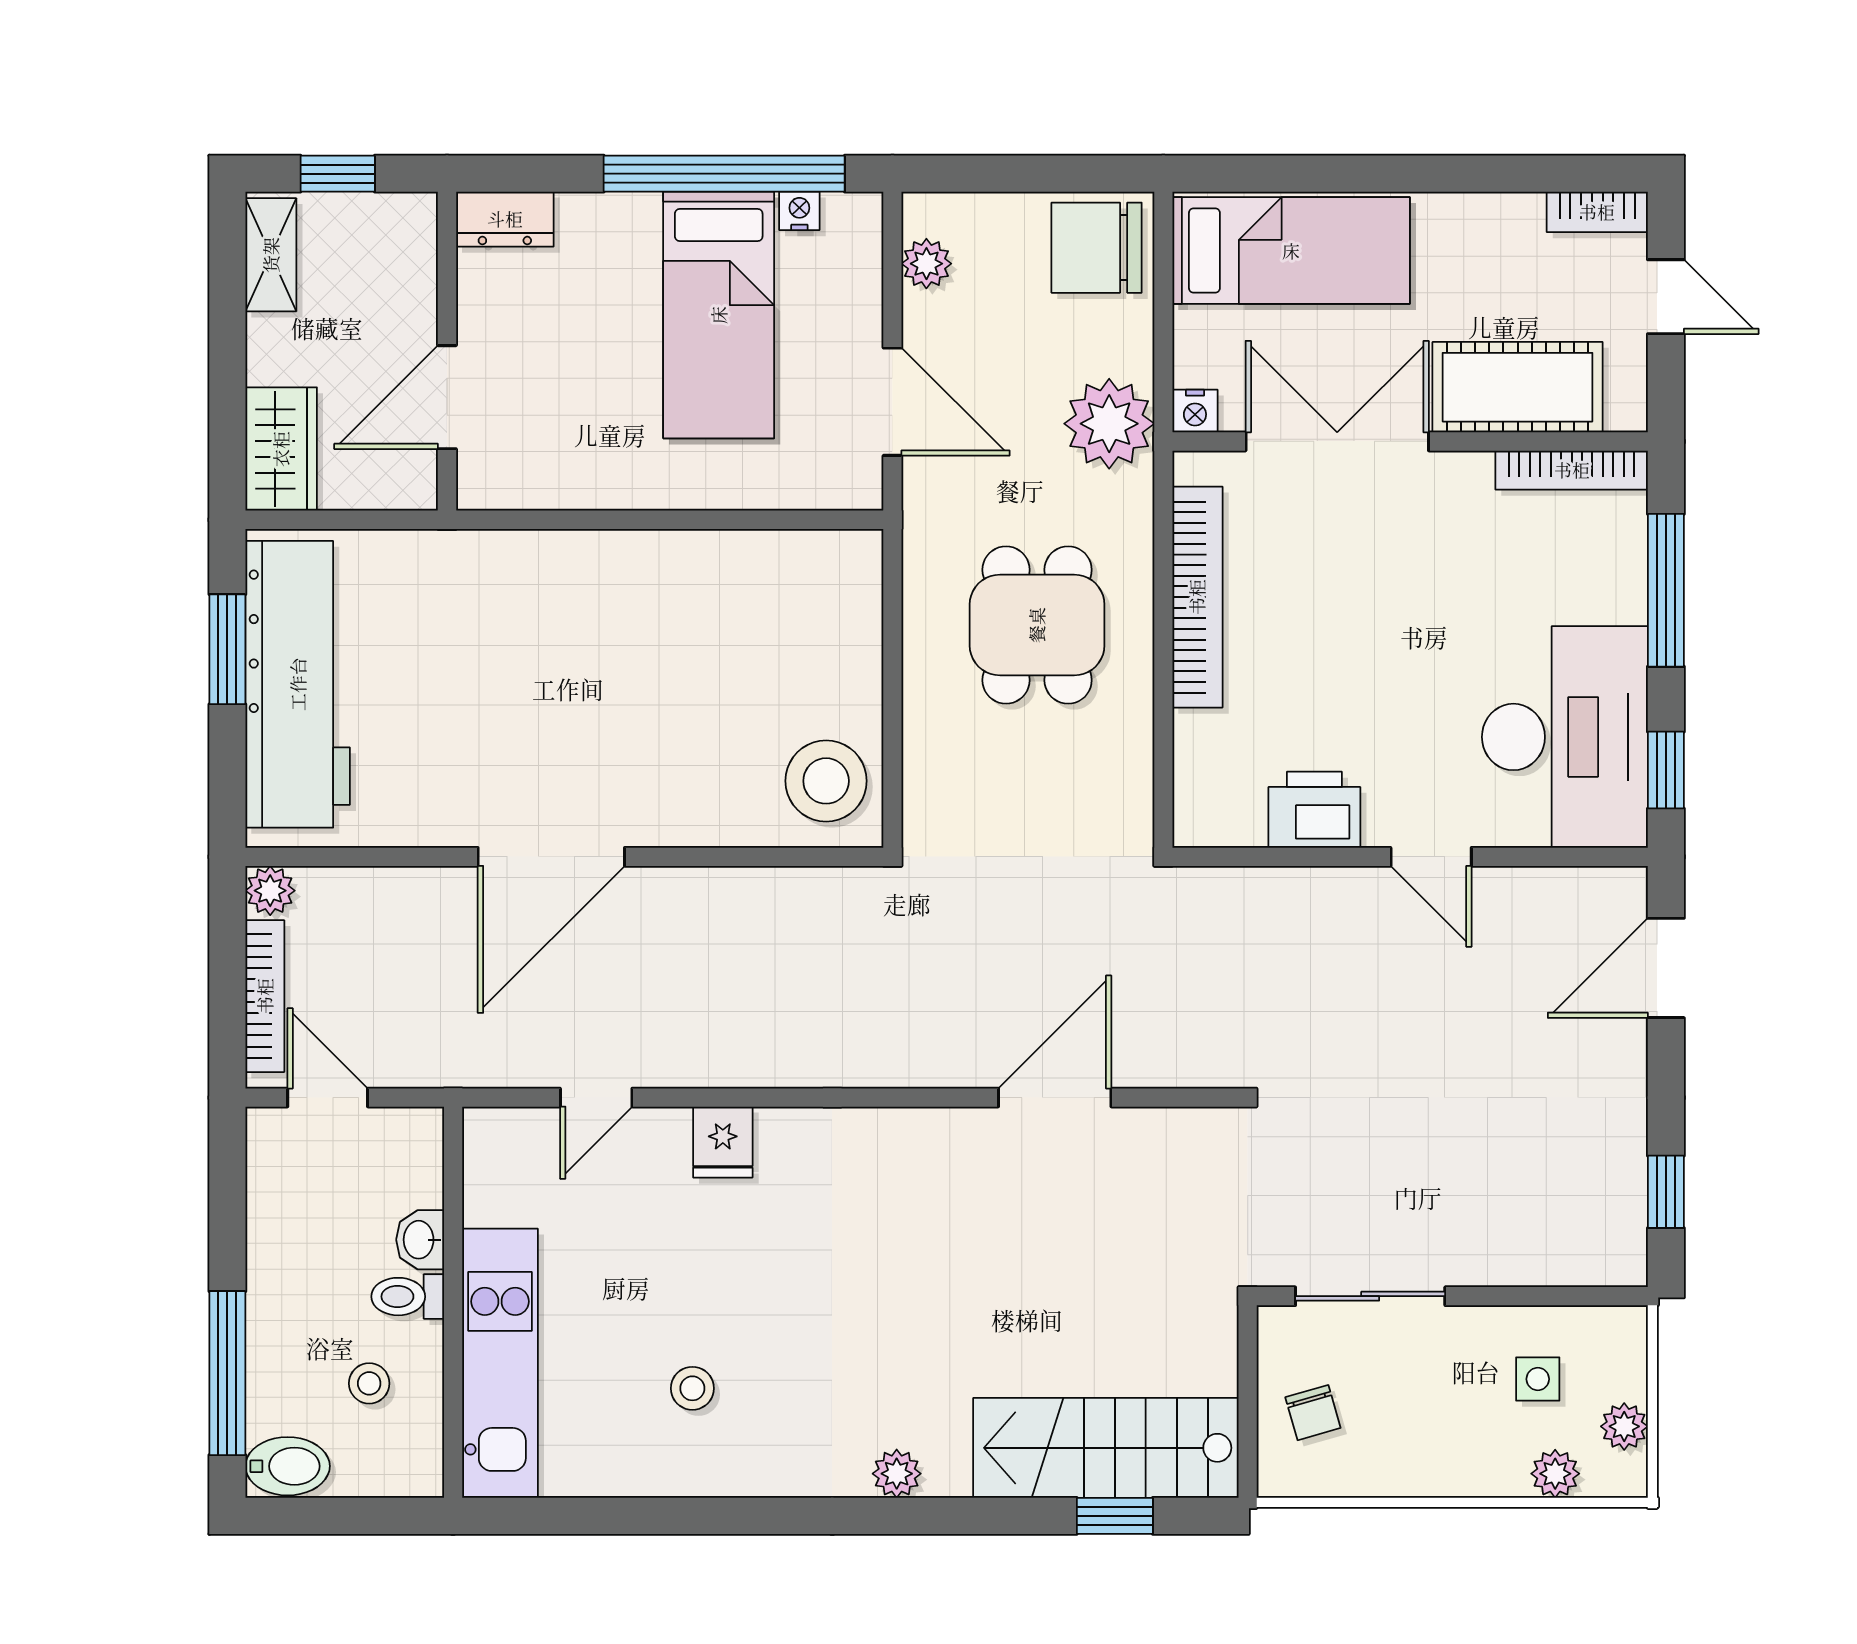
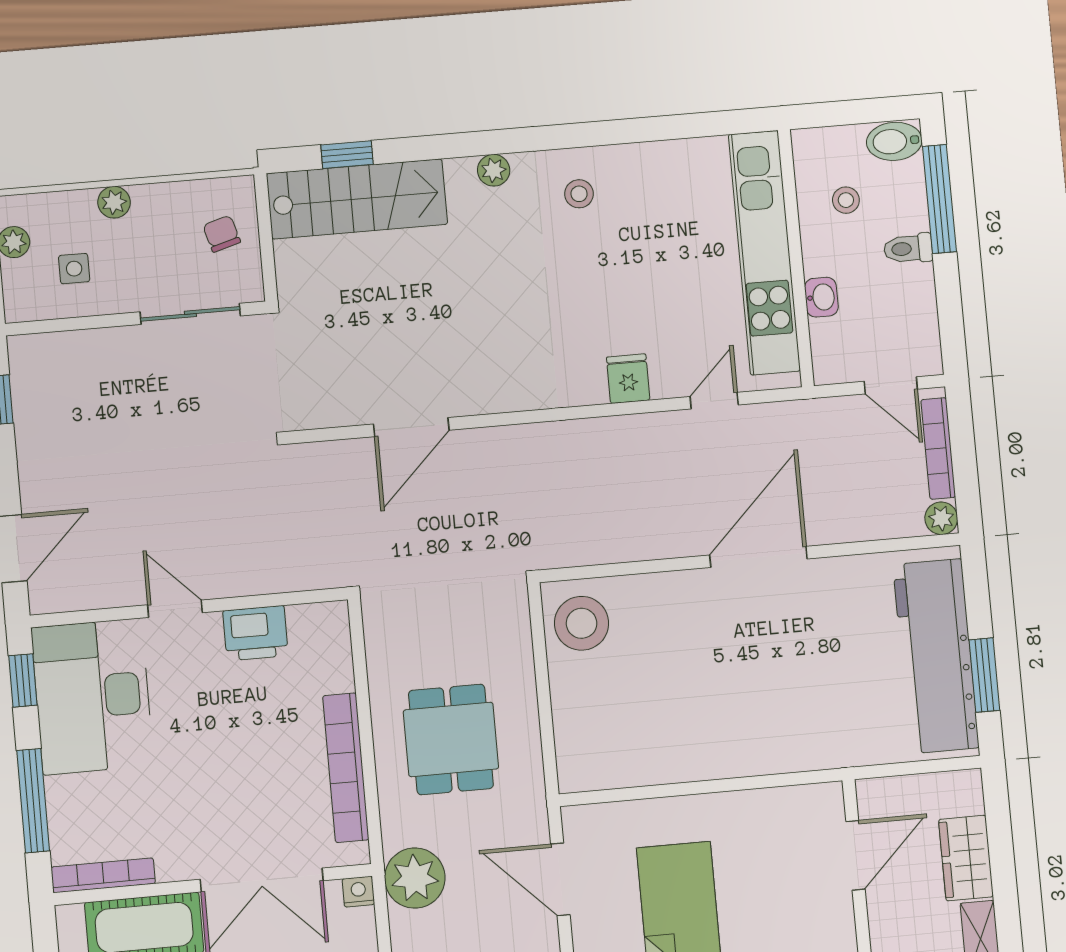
wardrobe: (281, 449) -> (966, 858), moved
toilet: (408, 1297) -> (908, 249), moved, turned 180
kitchen unit: (500, 1363) -> (764, 253), width x1.36
stool: (692, 1388) -> (579, 194), moved
plant: (1555, 1474) -> (114, 202), moved

